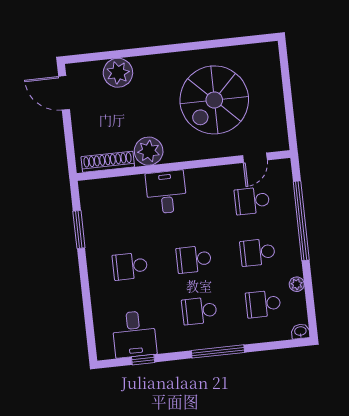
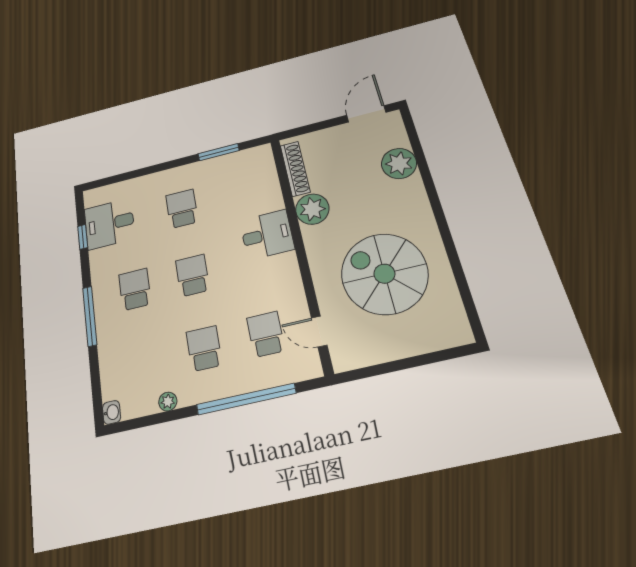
school desk: (263, 304) -> (144, 362), removed

